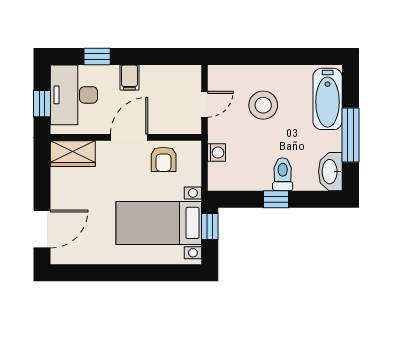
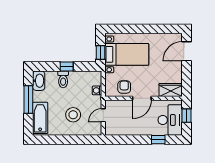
filing cabinet: (129, 77) -> (142, 129), removed

